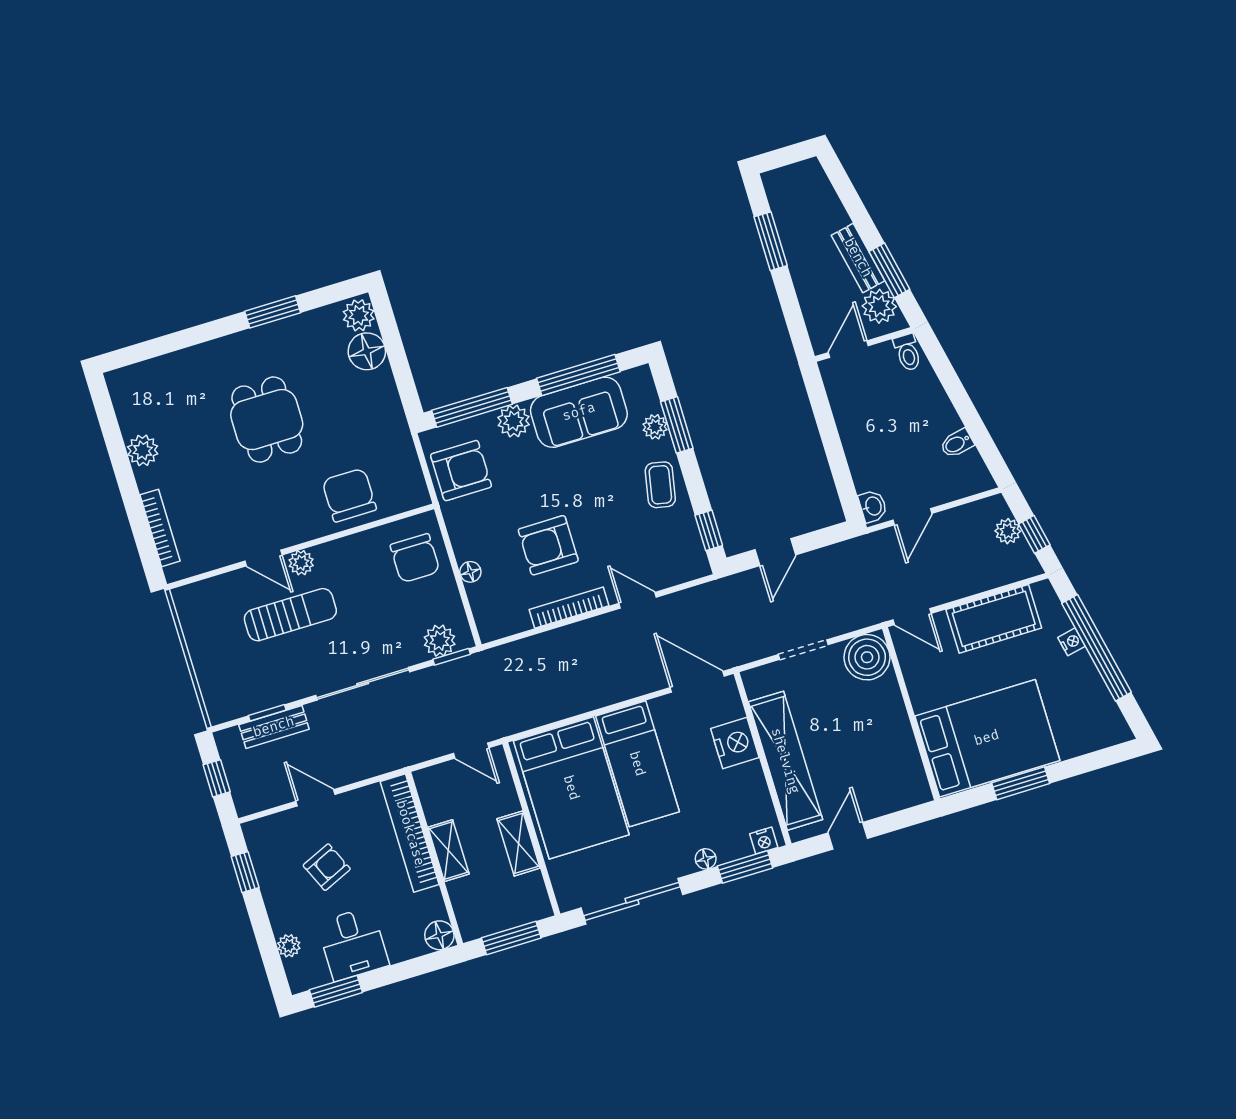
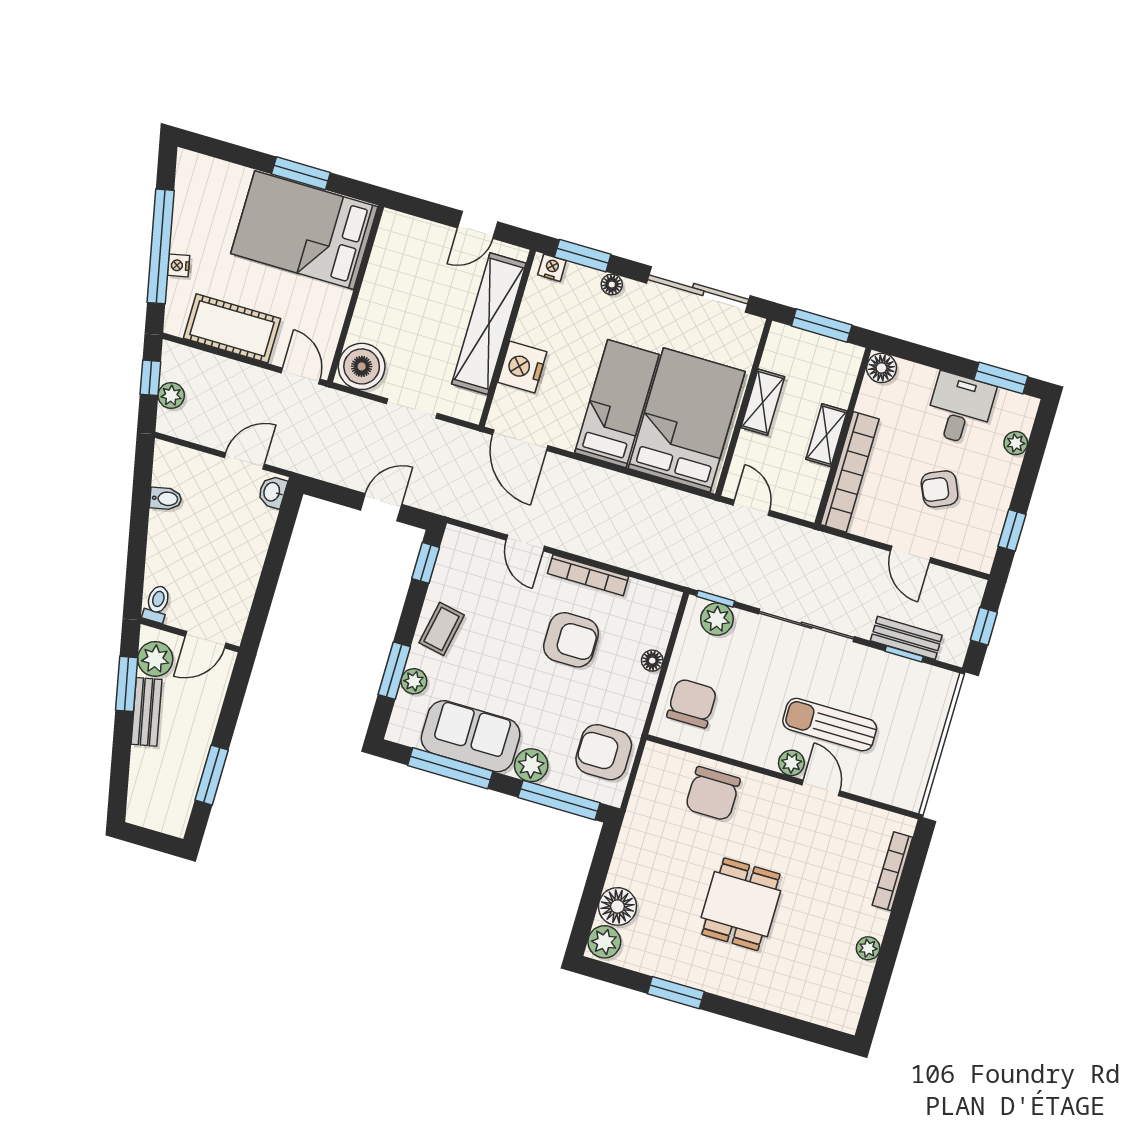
plant: (143, 450) -> (868, 948), width x0.73, depth x0.73

